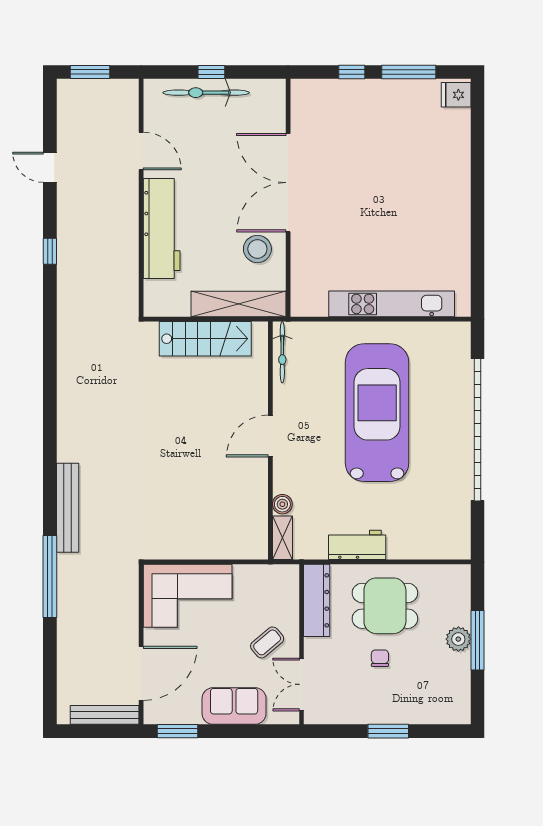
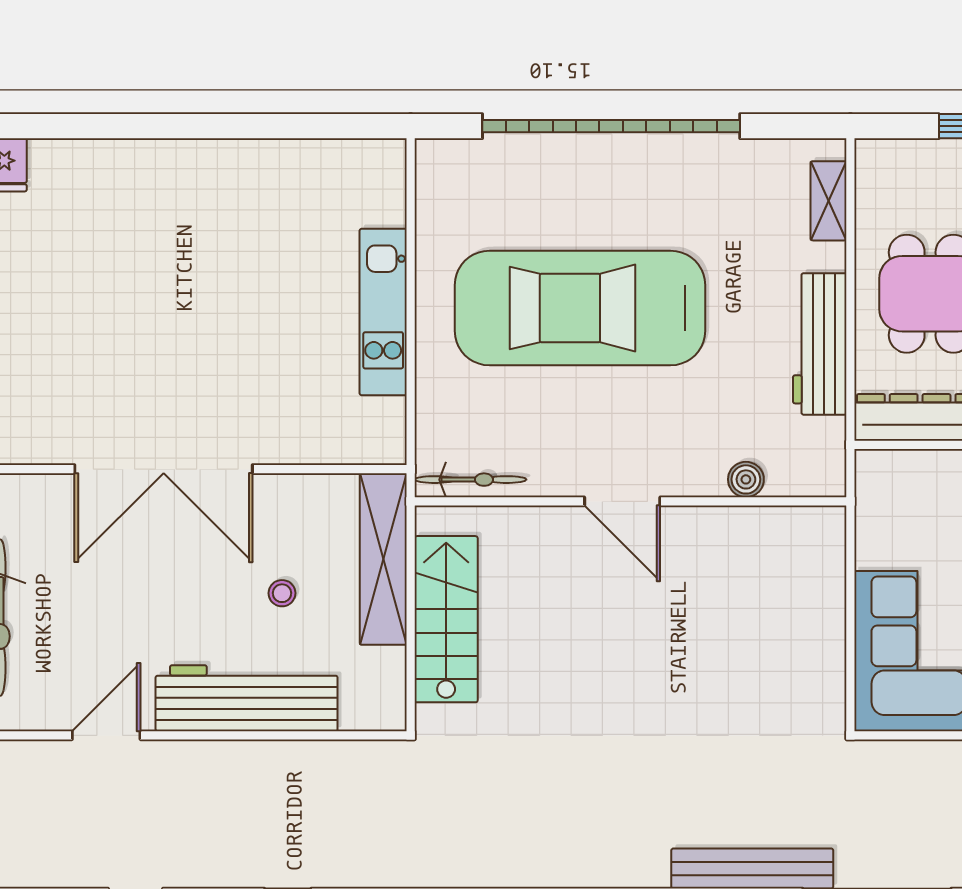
stool: (257, 249) -> (282, 593), moved, width x0.53, depth x0.53
kitchen unit: (392, 304) -> (383, 312), width x0.73
shelving: (282, 538) -> (829, 201), moved, turned 90
workbench: (357, 545) -> (820, 344), width x1.38

